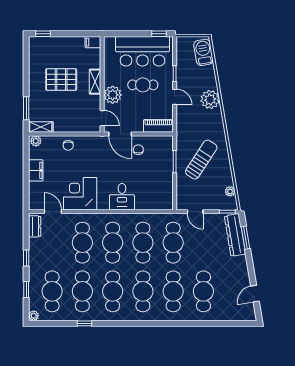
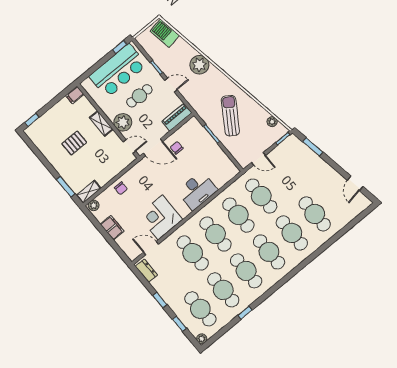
pallet: (61, 79) -> (74, 143), width x0.67, depth x0.71
desk: (122, 197) -> (197, 191), width x1.37
dresser: (235, 235) -> (303, 152), removed

